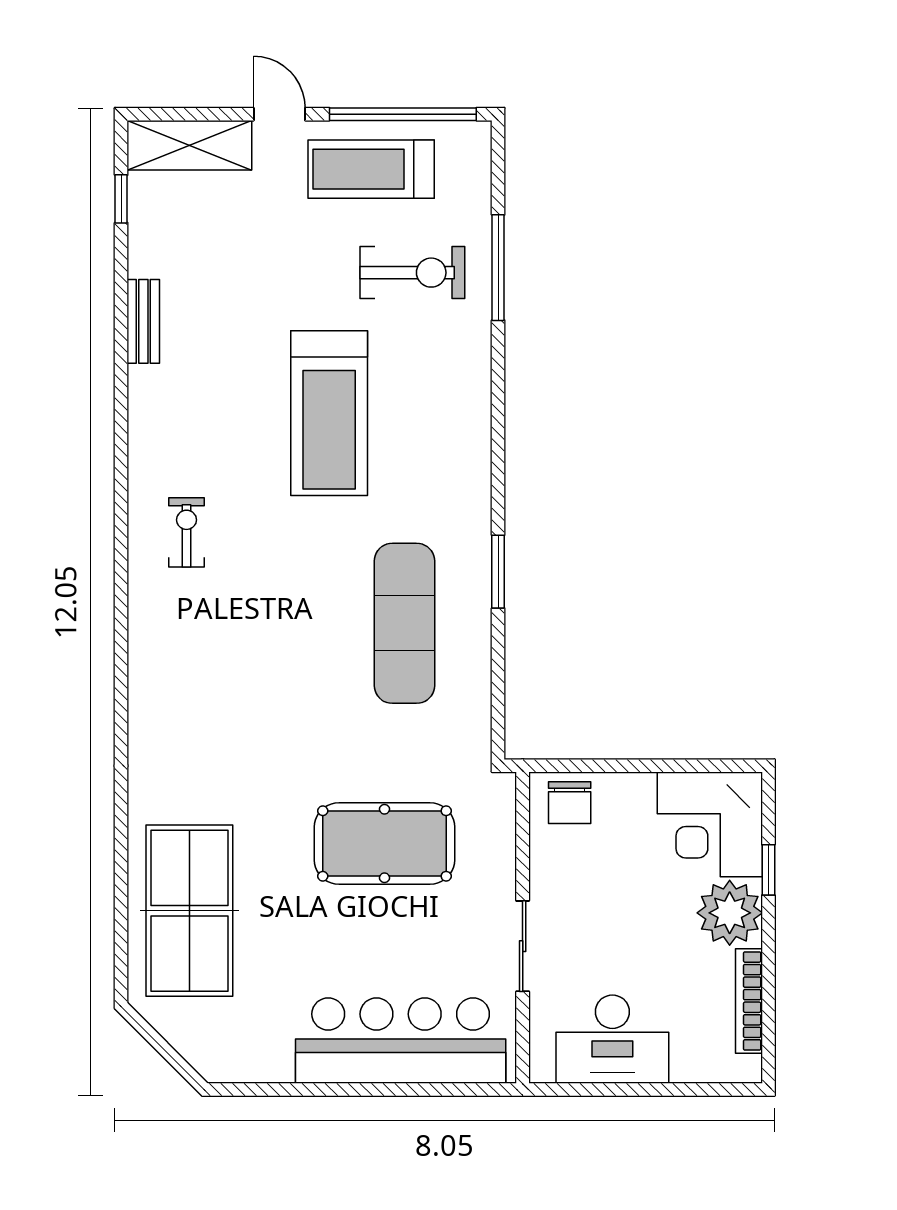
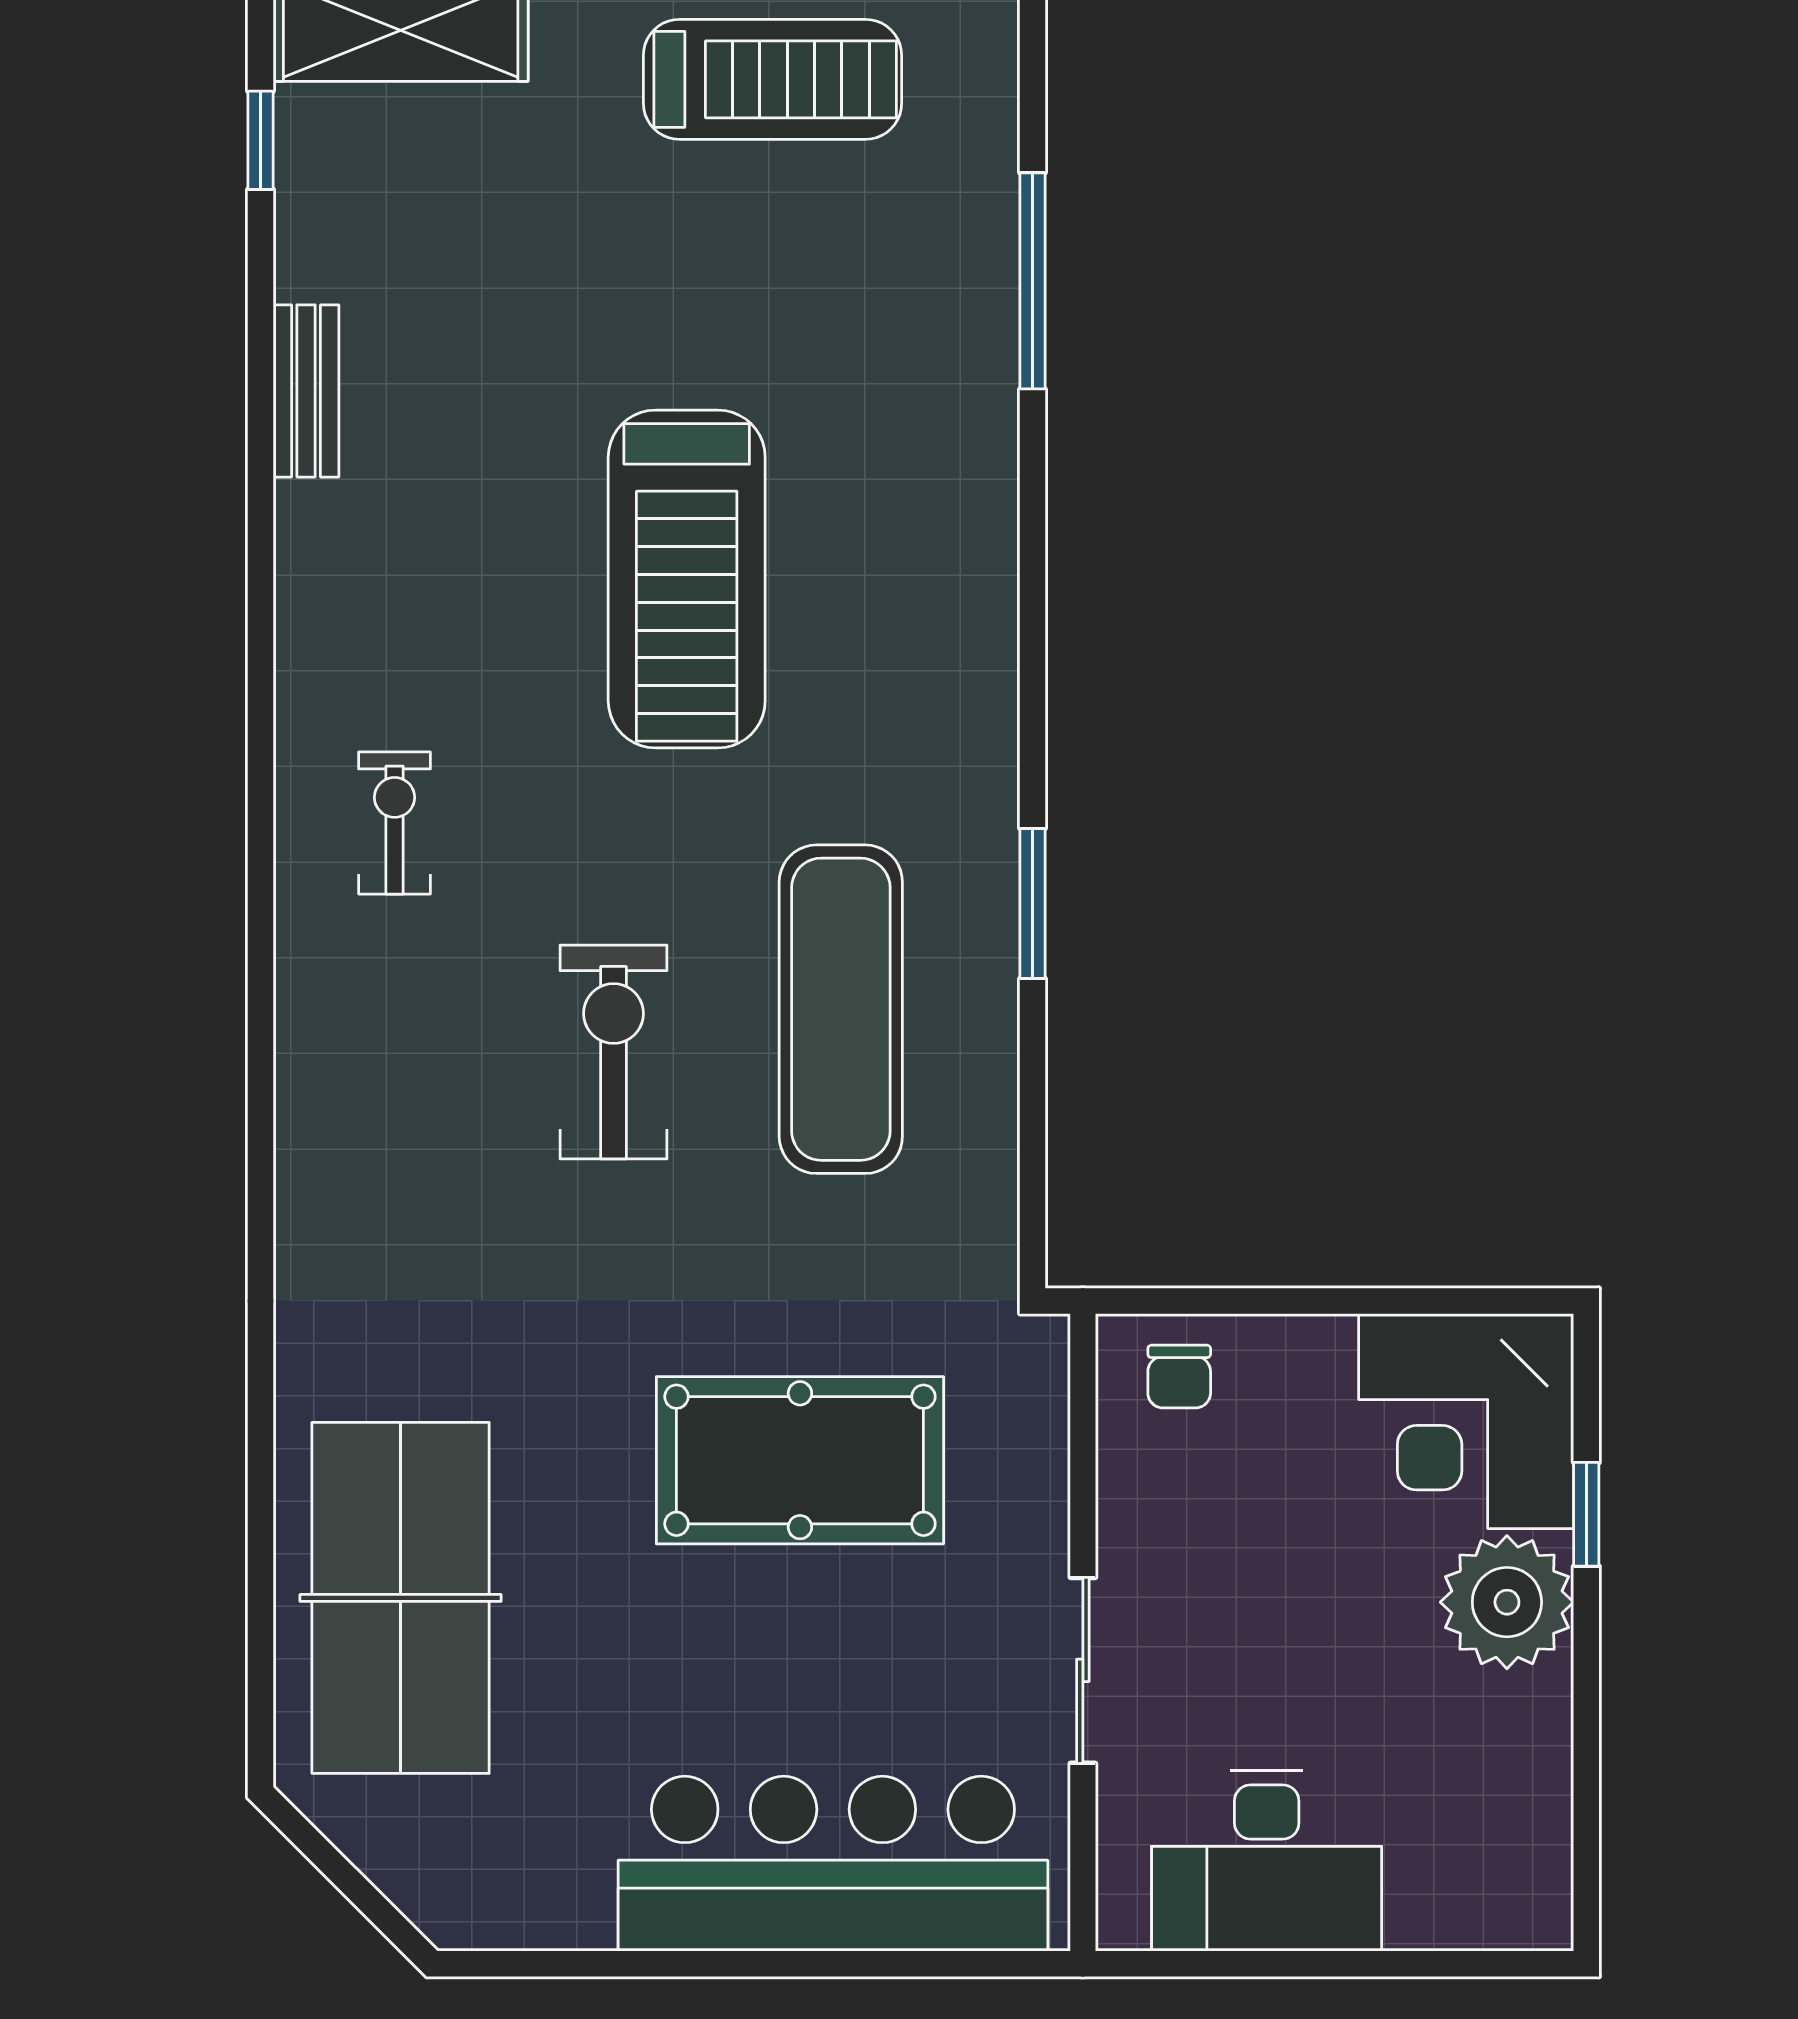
treadmill: (371, 169) -> (772, 79), turned 180
exercise bike: (412, 273) -> (613, 1052), moved, turned -90
chair: (570, 803) -> (1179, 1377), width x0.73, depth x0.73
bookcase: (749, 1001) -> (1546, 1783), removed

